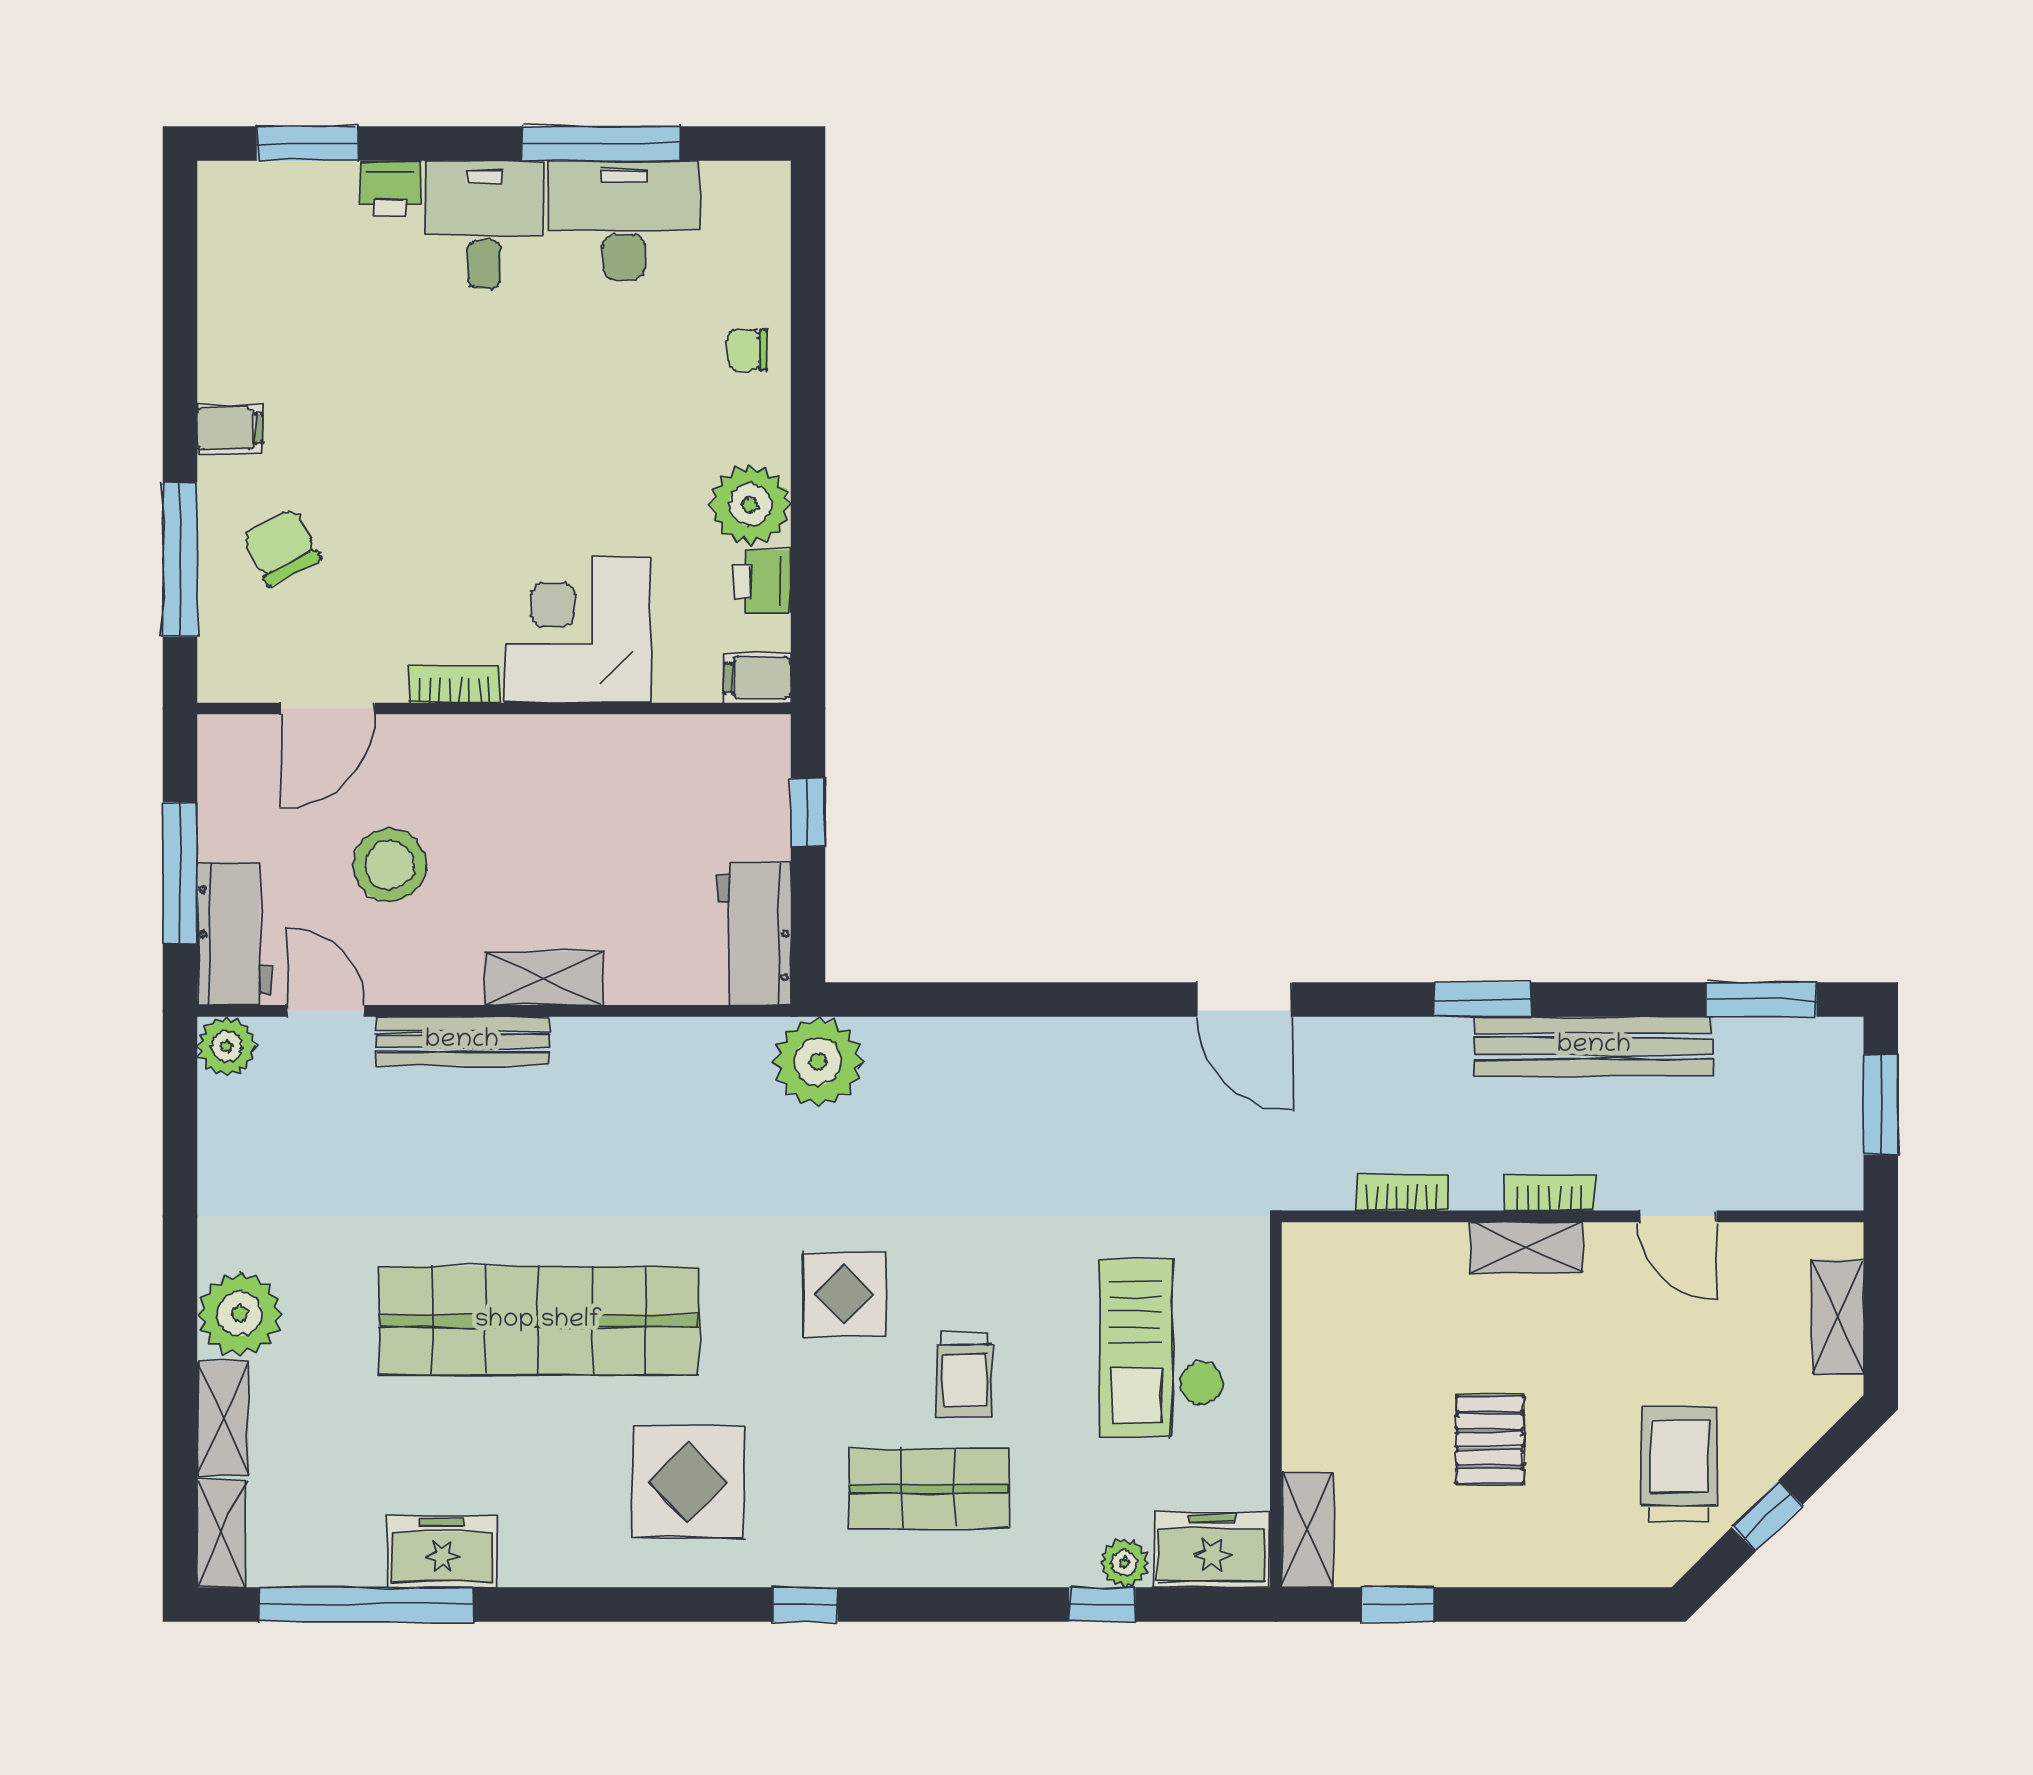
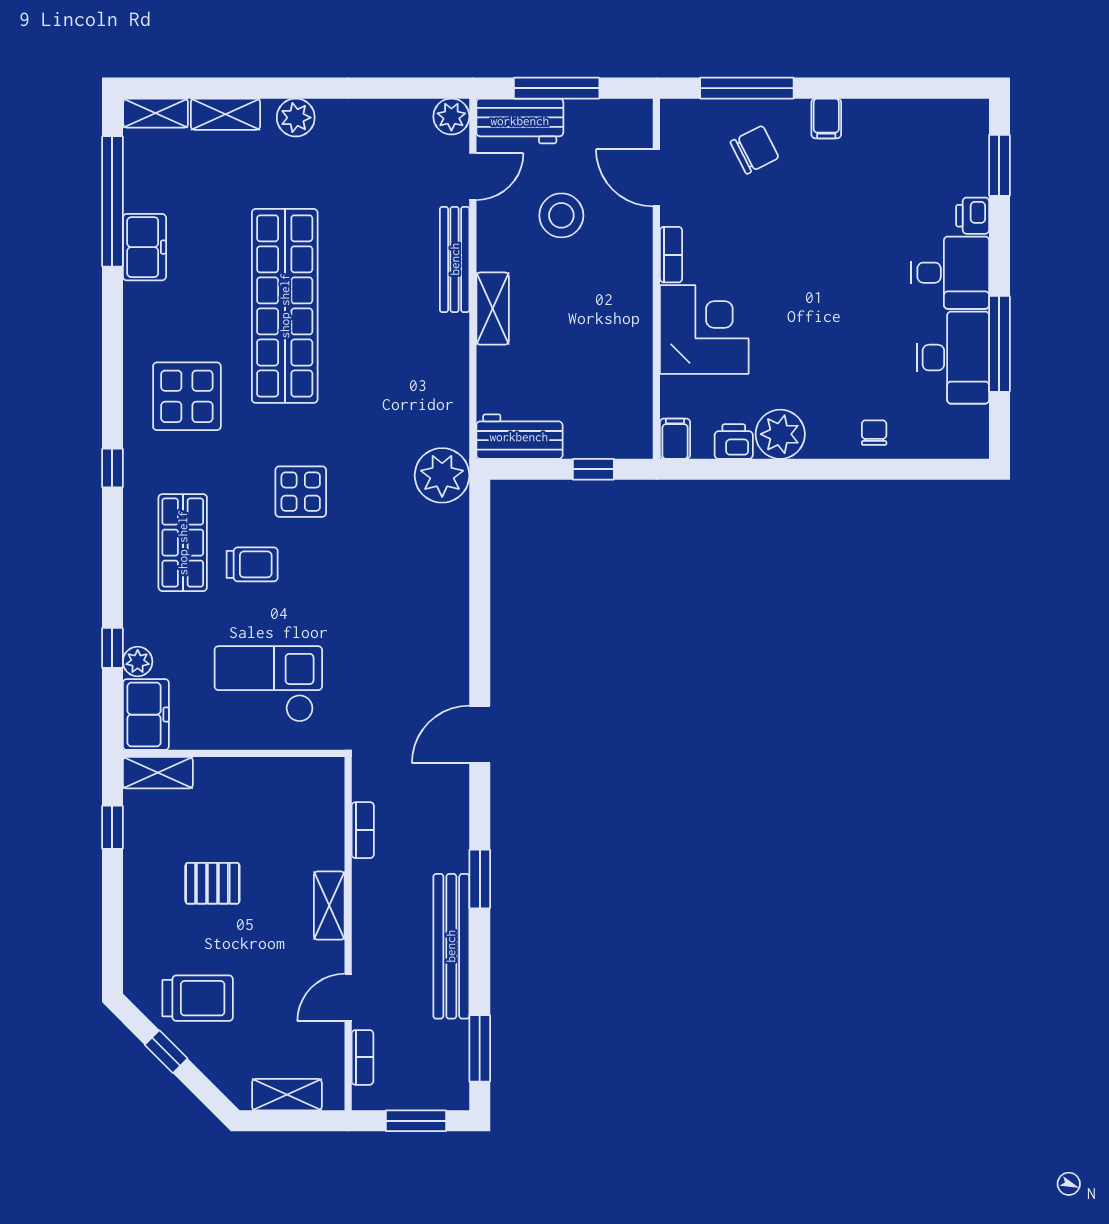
bookcase: (1549, 1193) -> (362, 1057), moved
plant: (240, 1314) -> (296, 118), width x0.73, depth x0.73
trolley: (965, 1374) -> (252, 564), turned 180

